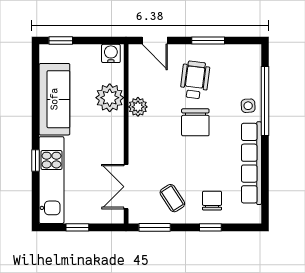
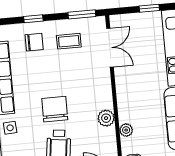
plant: (110, 98) -> (126, 130), width x0.53, depth x0.53
coffee table: (172, 198) -> (69, 41), turned -57
chair: (212, 201) -> (34, 42), turned -90

